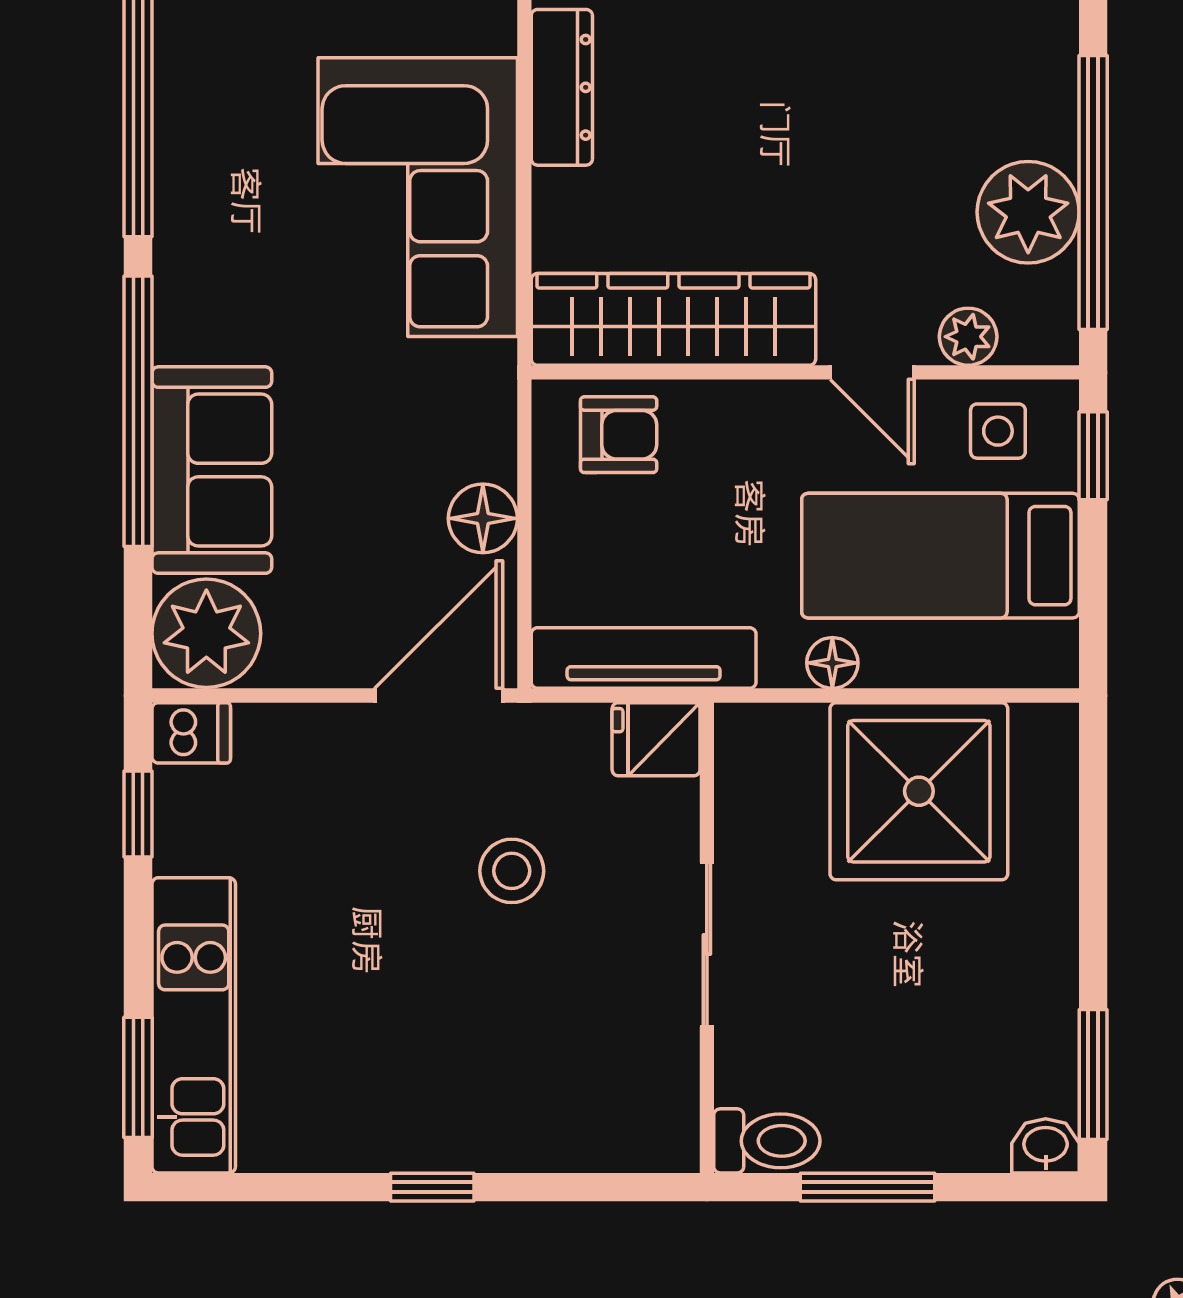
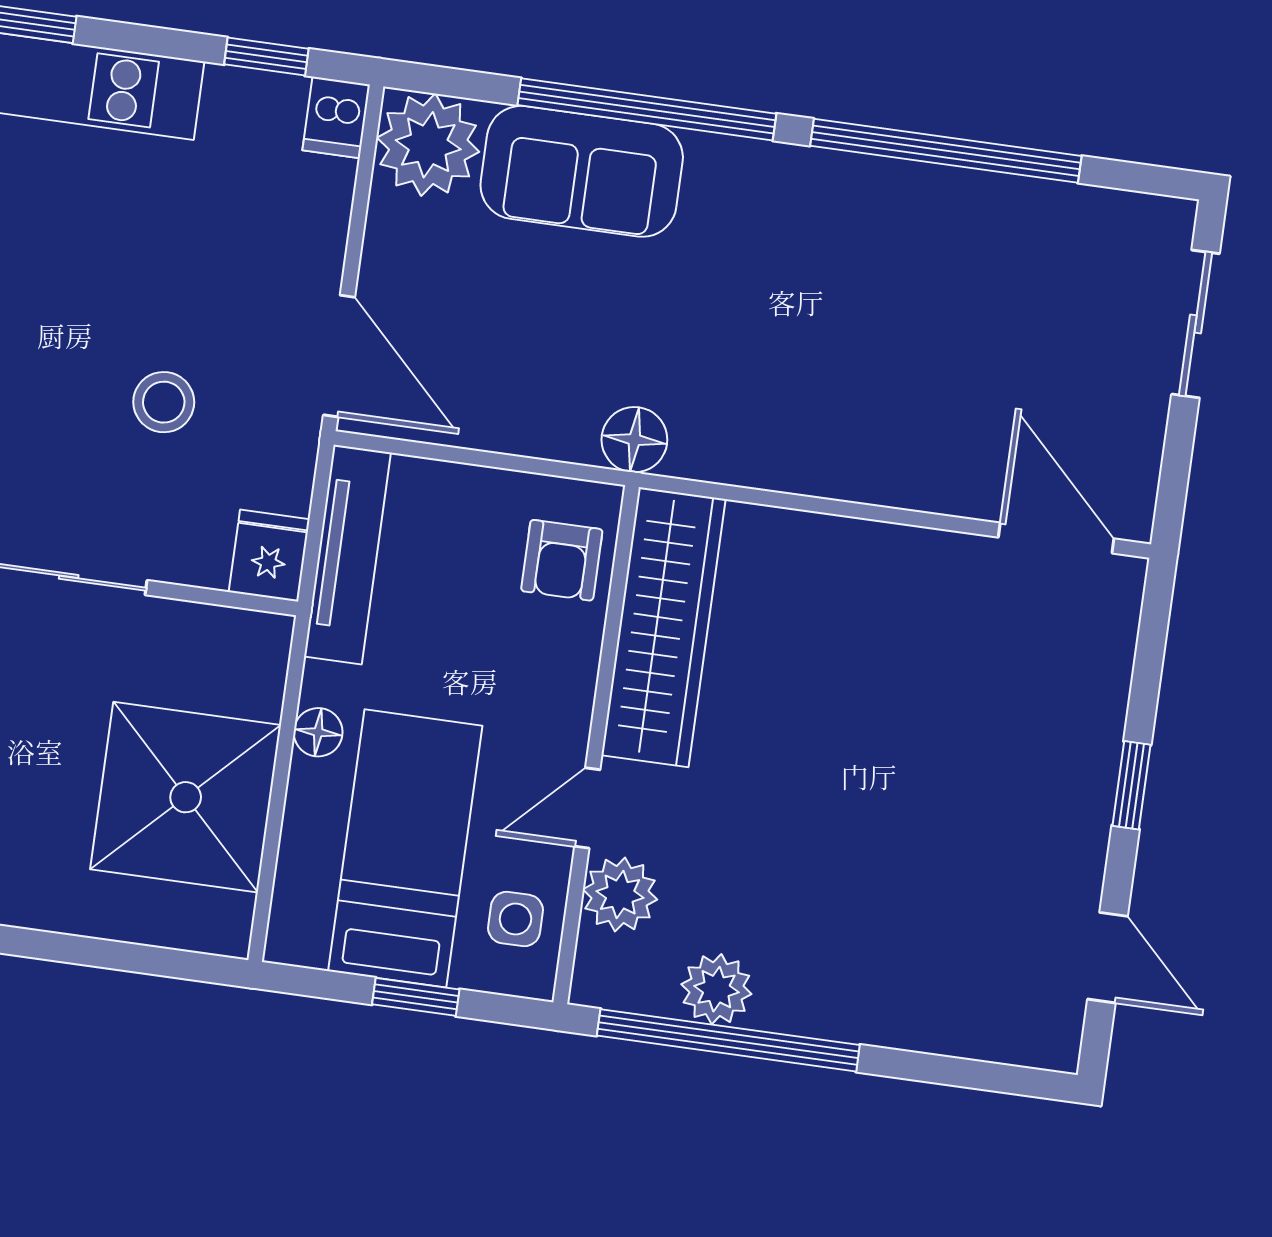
dresser: (562, 87) -> (897, 552), removed
corner sofa: (418, 197) -> (813, 402), removed
plant: (1028, 212) -> (716, 989), width x0.73, depth x0.73
plant: (968, 337) -> (620, 895), width x1.38, depth x1.38
window: (1093, 456) -> (416, 997), moved
floor lamp: (483, 518) -> (634, 440), moved

